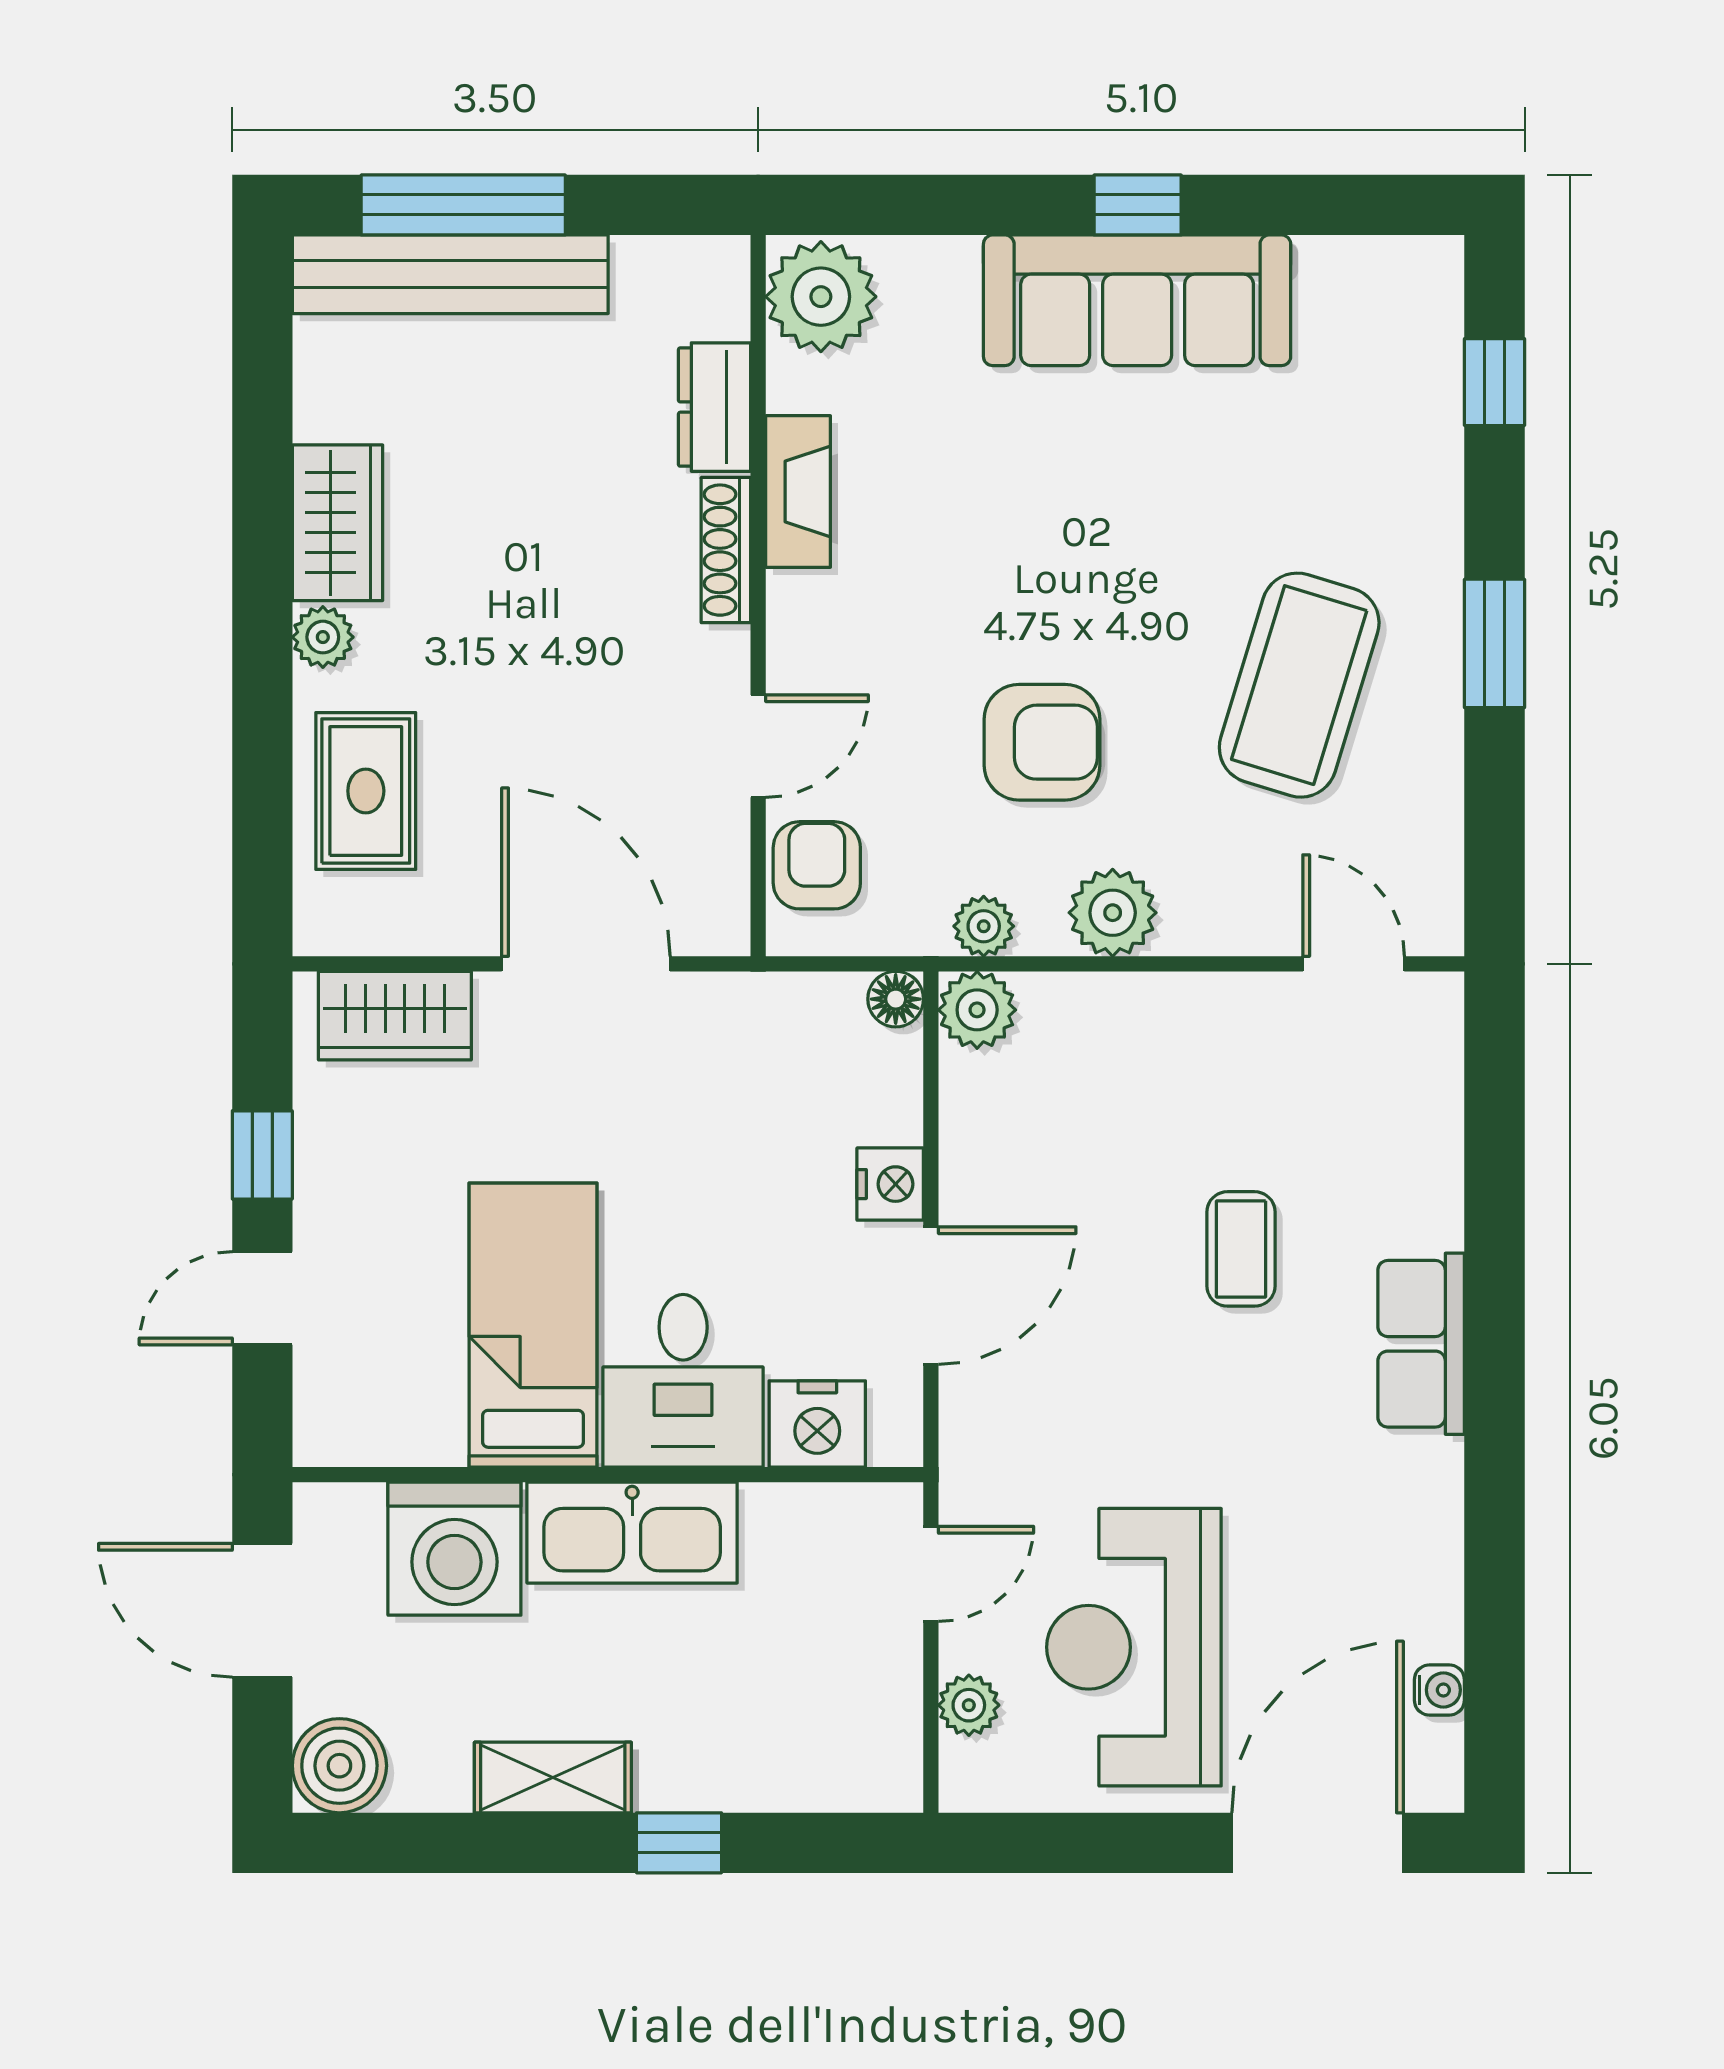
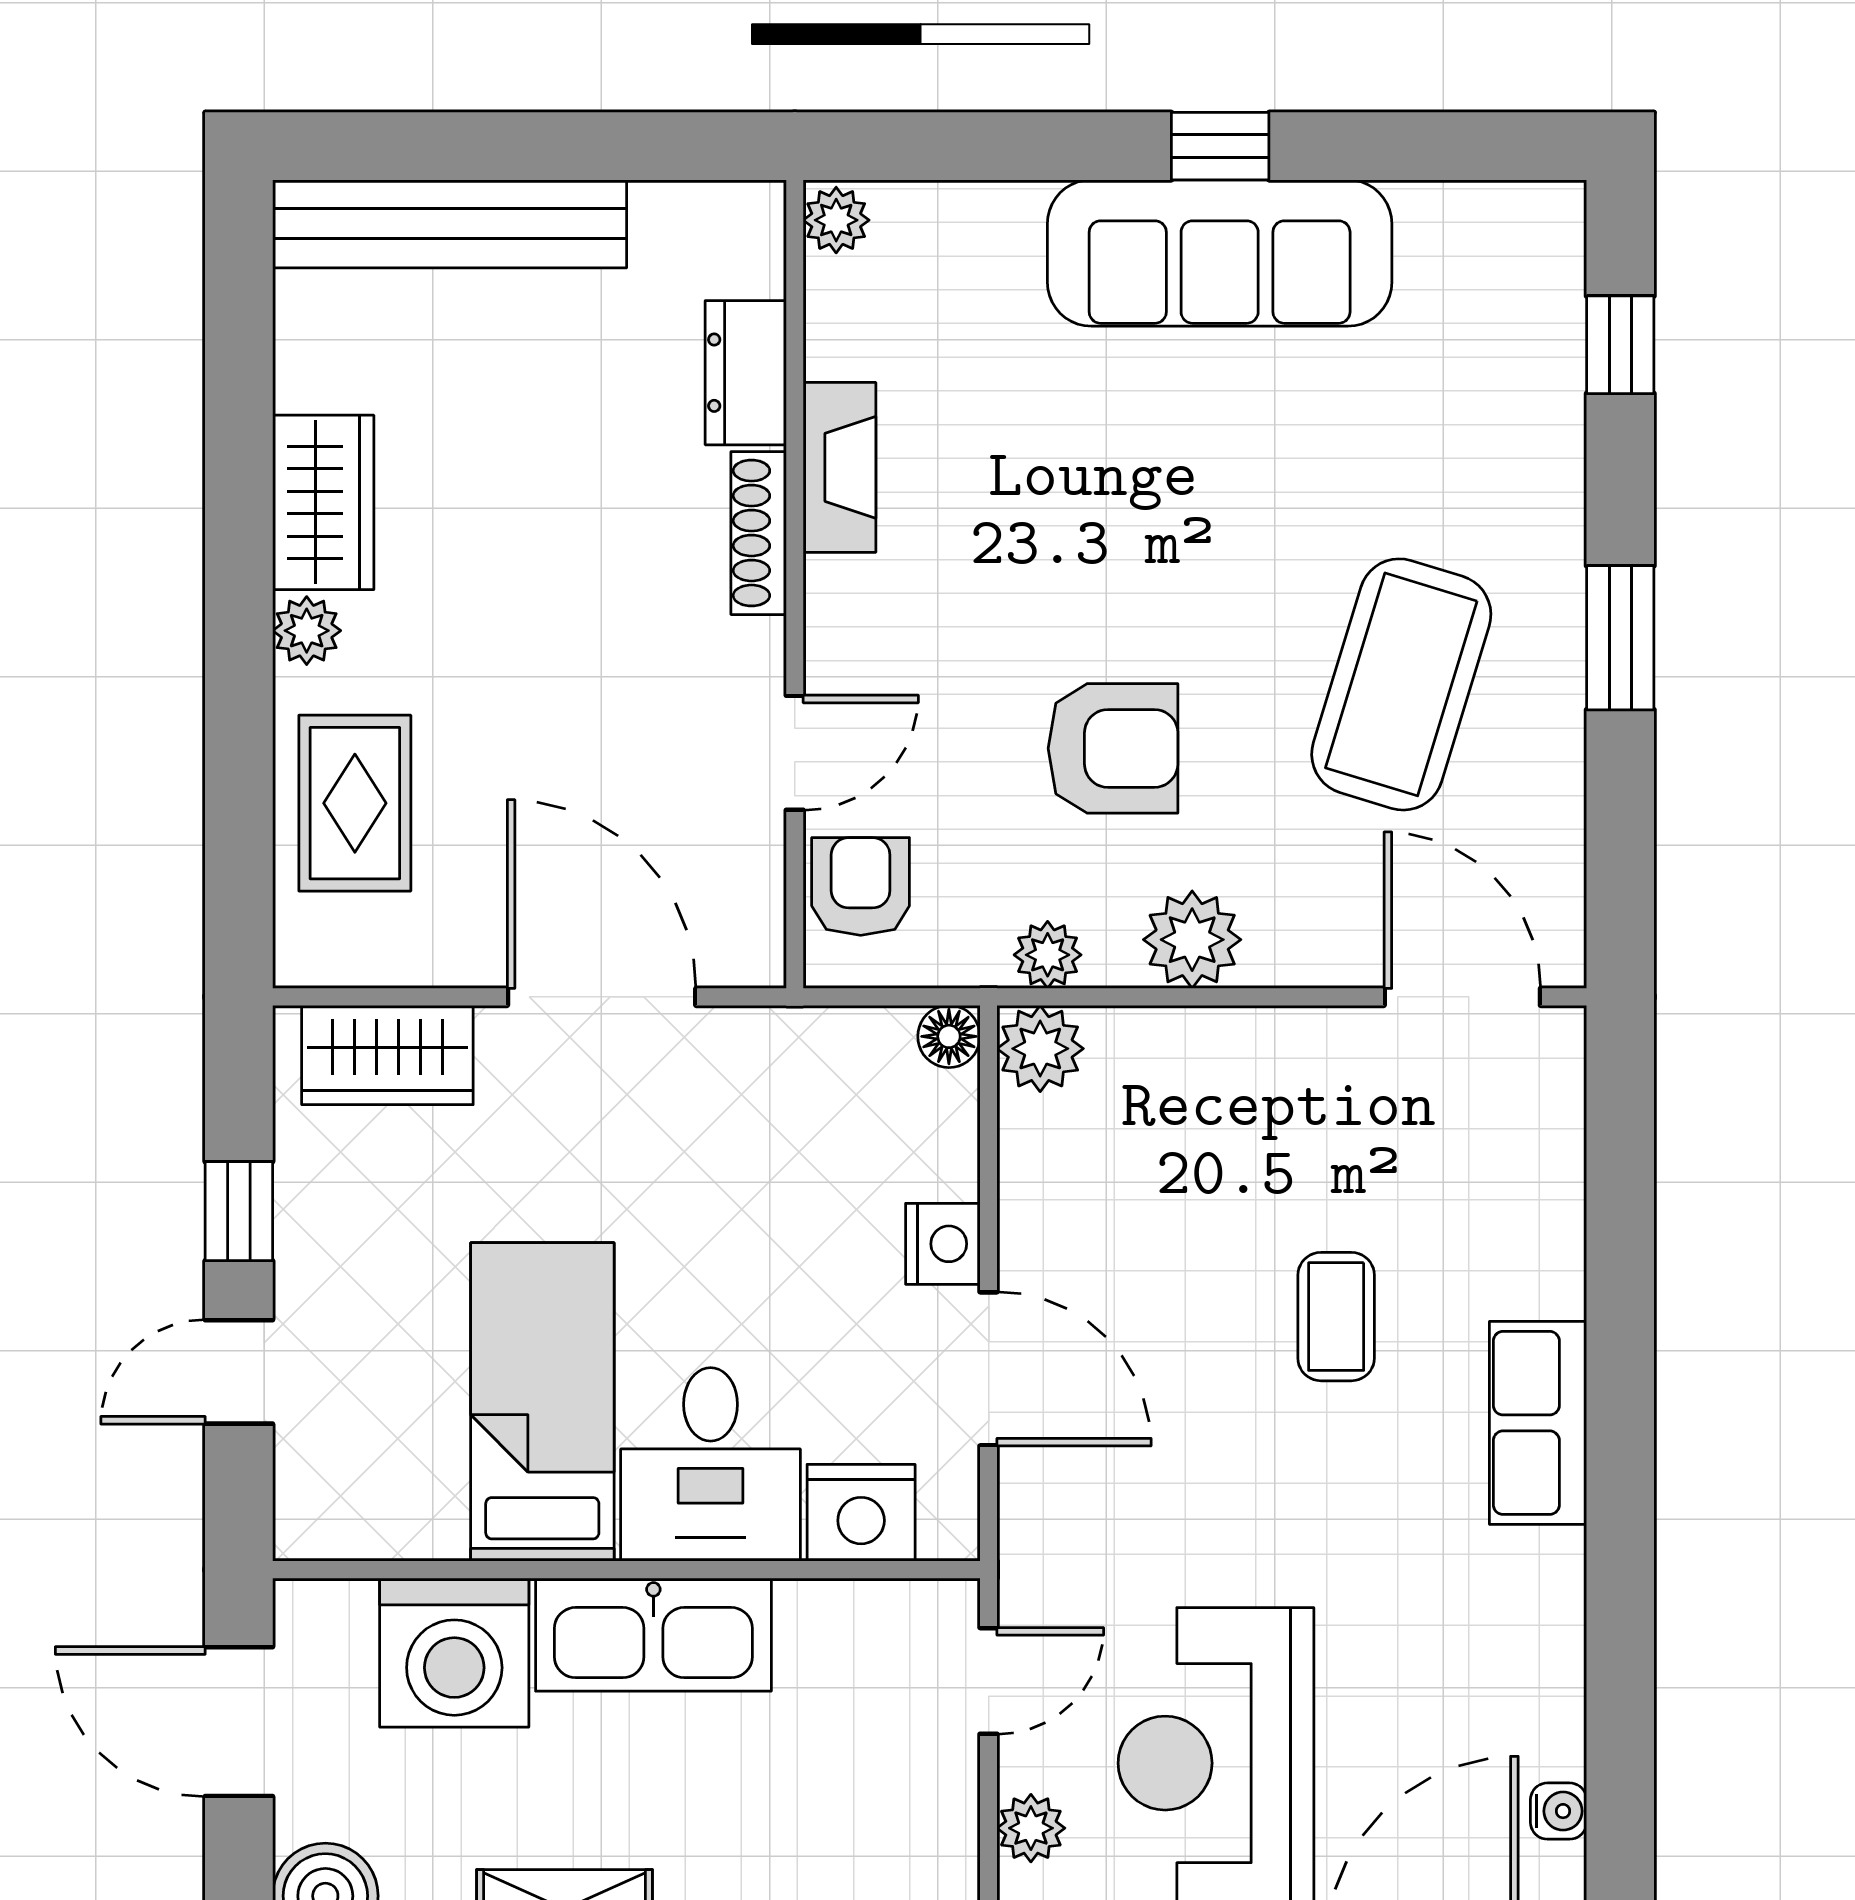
window: (463, 205) -> (464, 146), removed
plant: (821, 297) -> (836, 220), width x0.53, depth x0.53
door: (1354, 964) -> (1462, 997), width x1.38
door: (931, 1296) -> (989, 1369), hinge flipped

